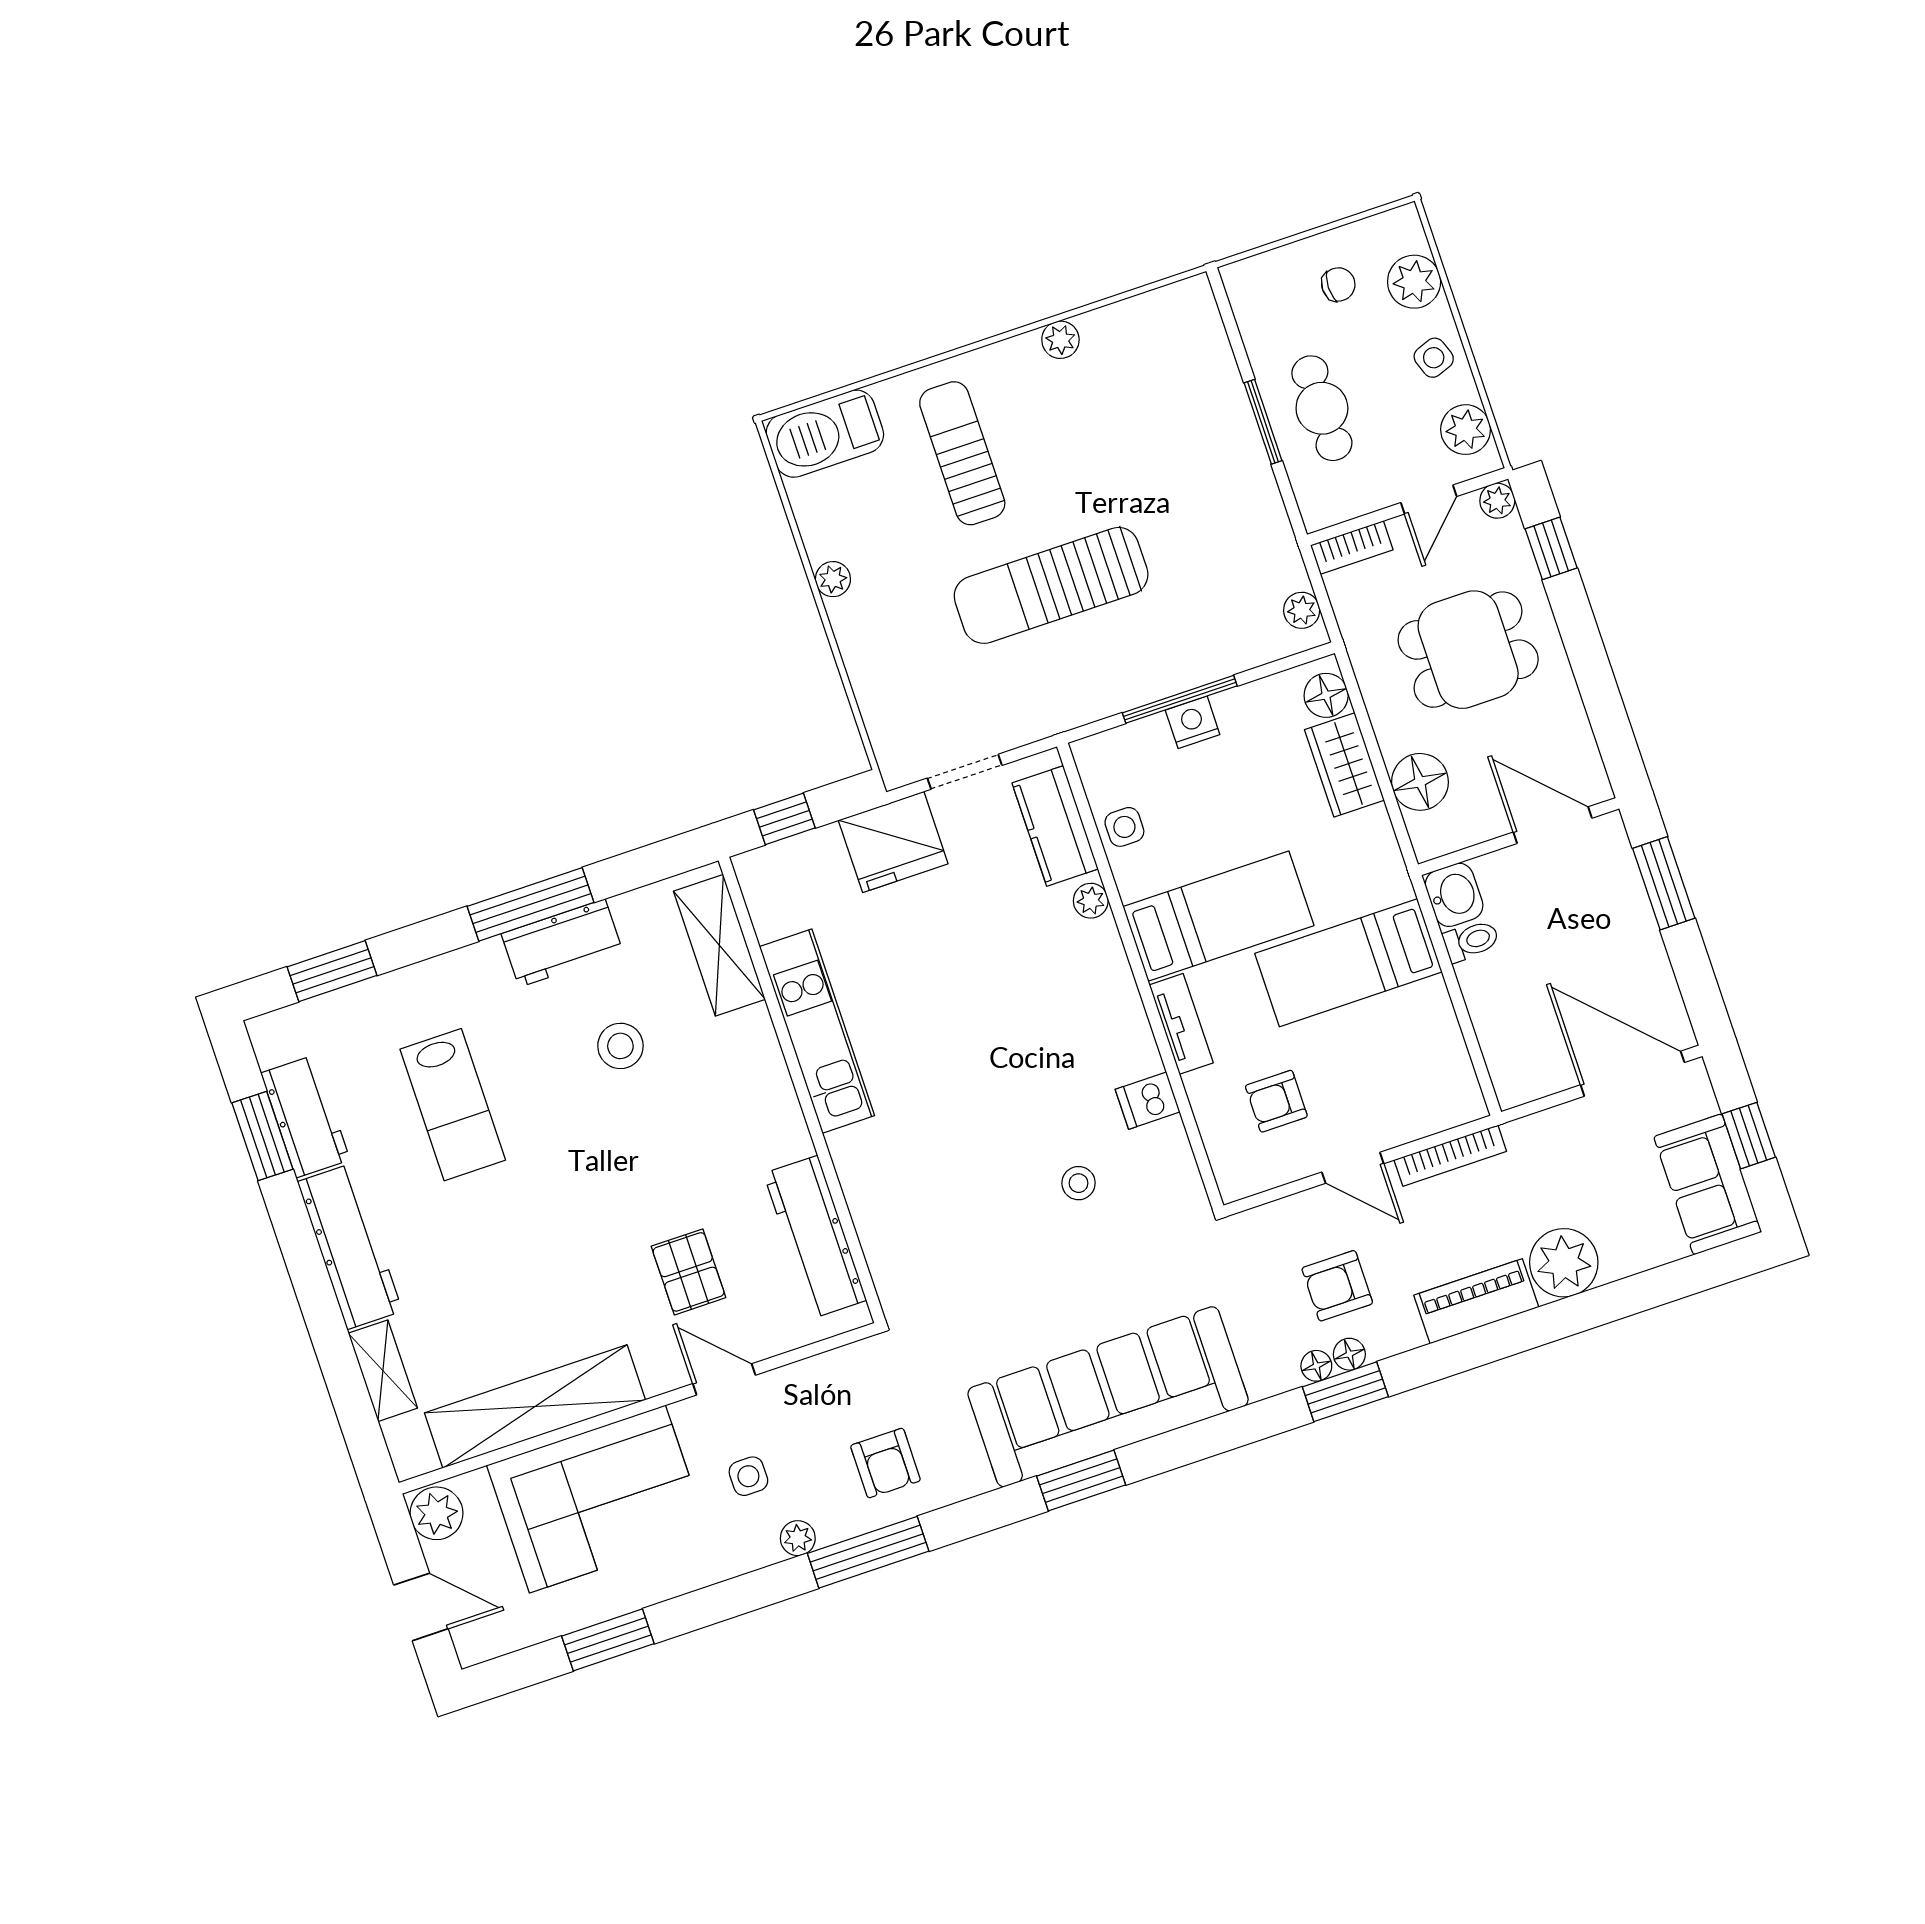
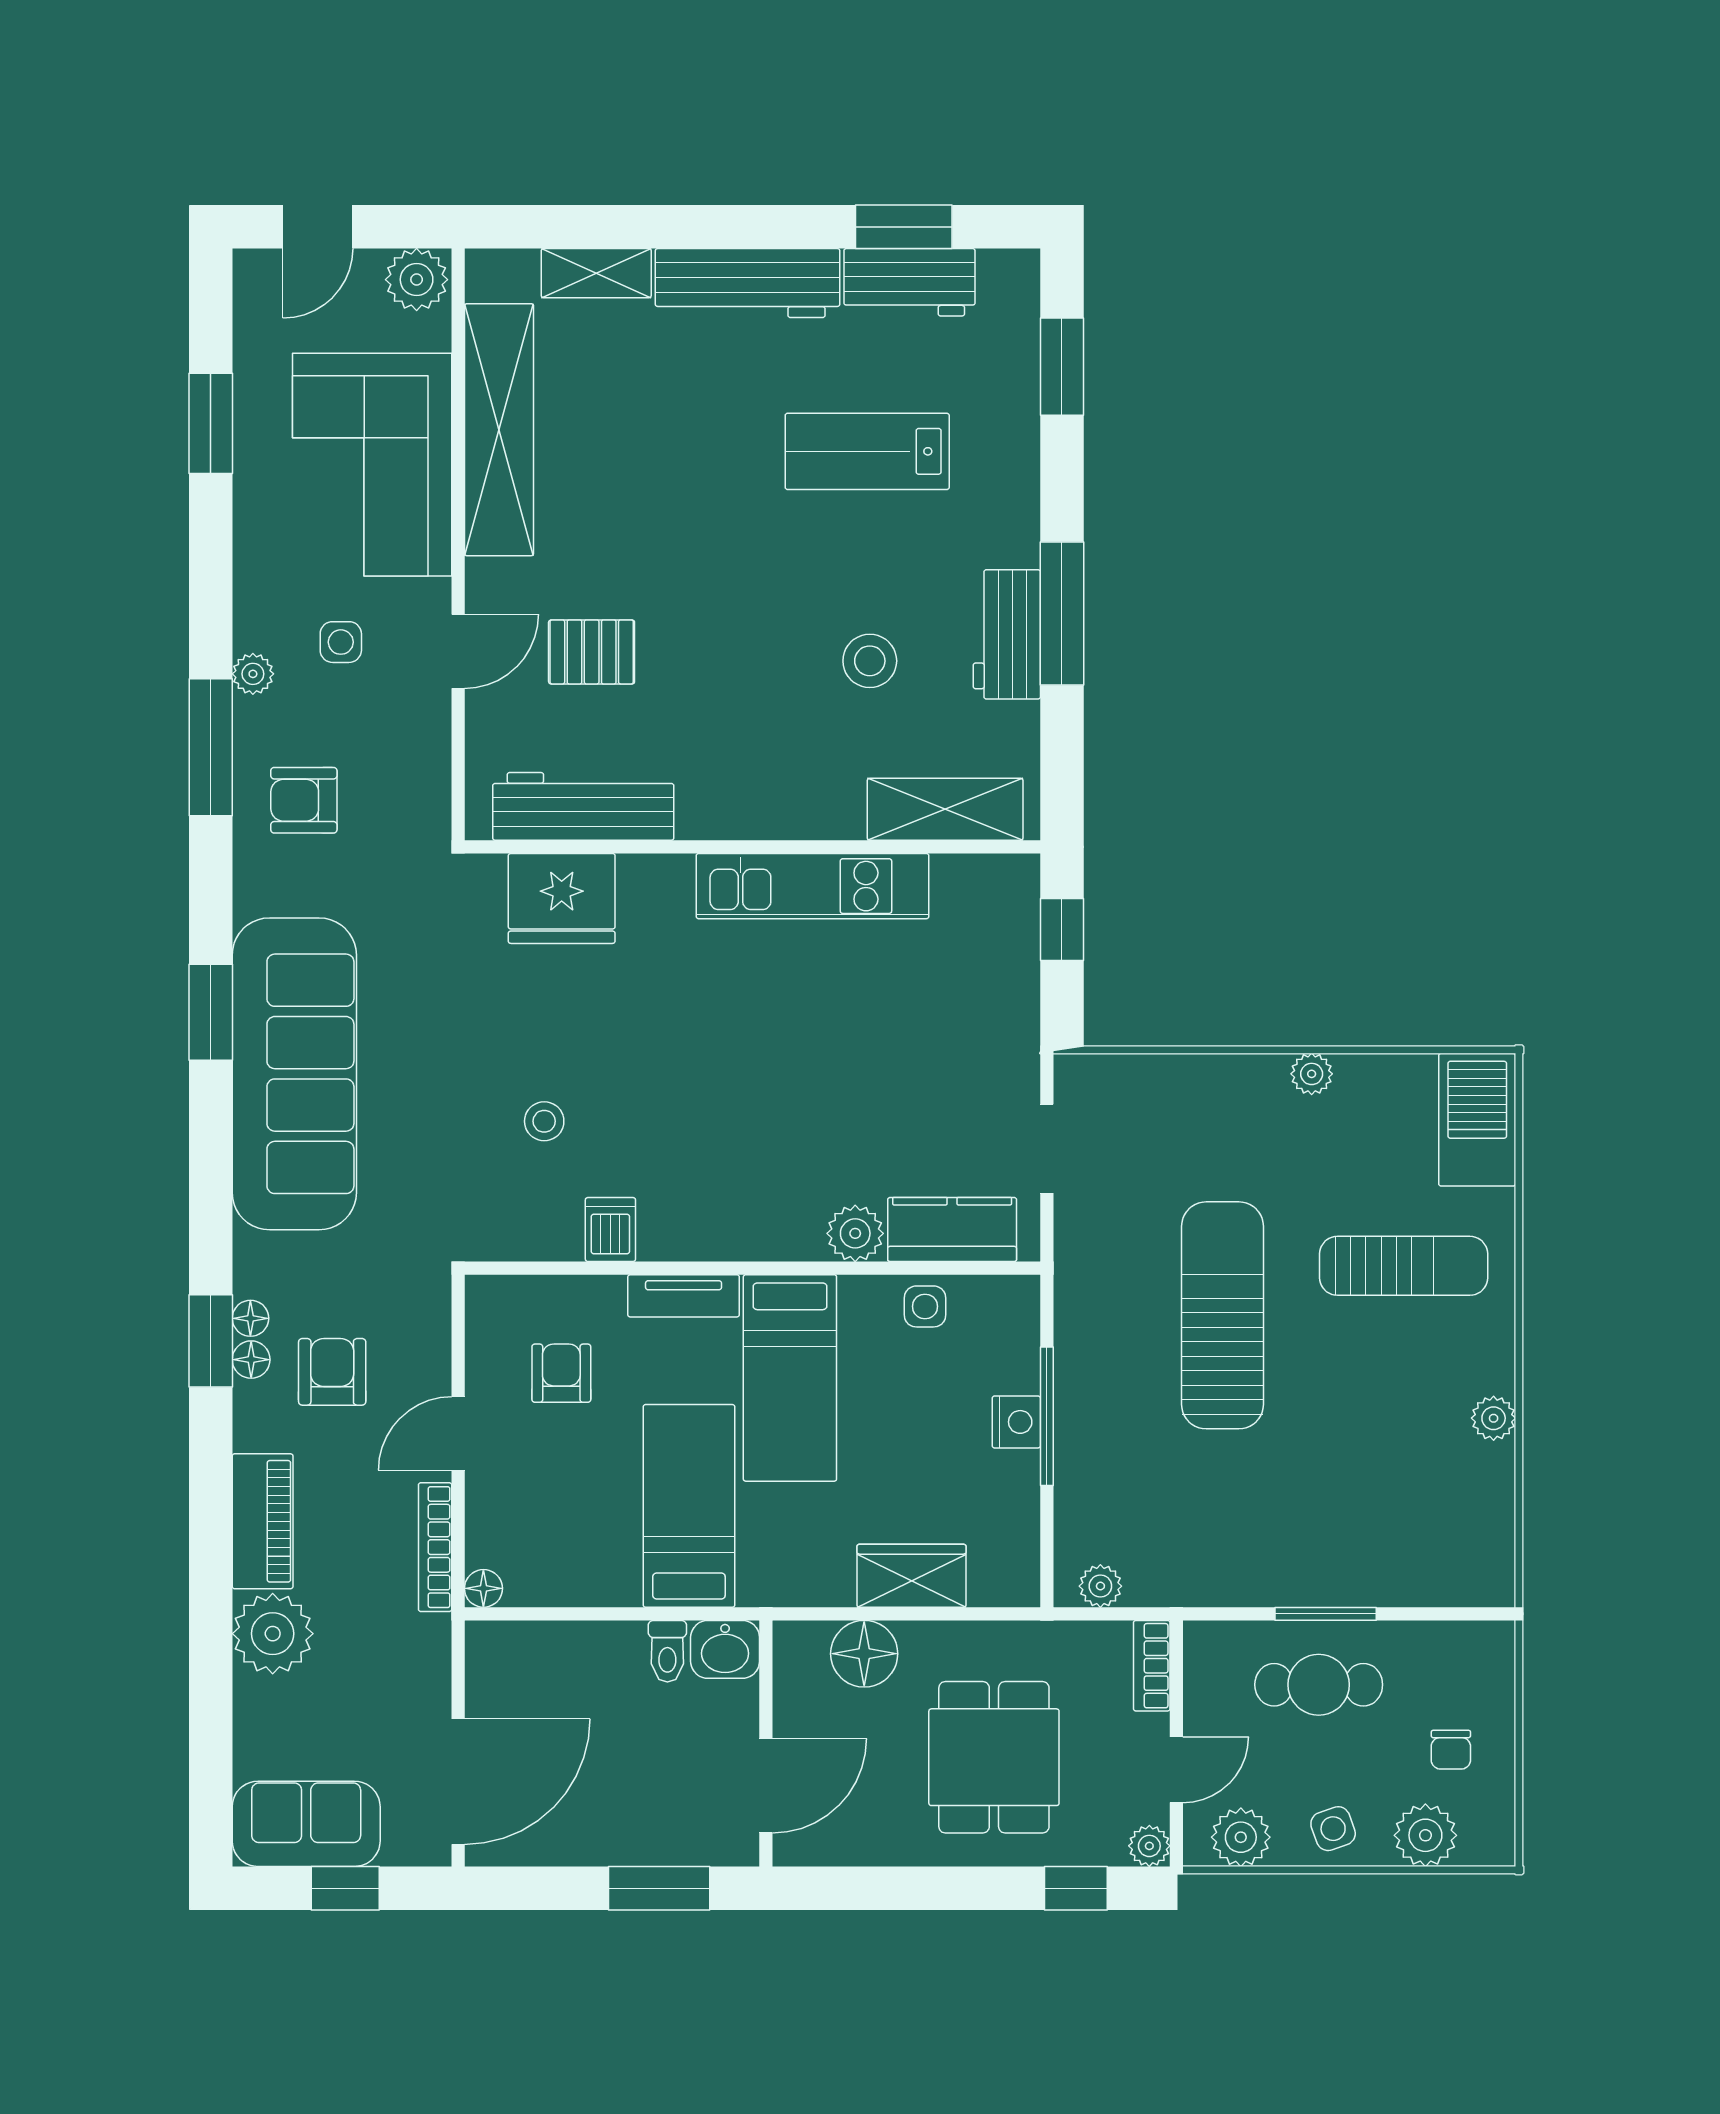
door: (1429, 500) -> (1176, 1770), swing flipped
floor lamp: (1326, 695) -> (483, 1588), moved, width x0.73, depth x0.73
fridge: (893, 842) -> (562, 898), moved, turned -90
plant: (1091, 901) -> (855, 1233), width x1.38, depth x1.38

